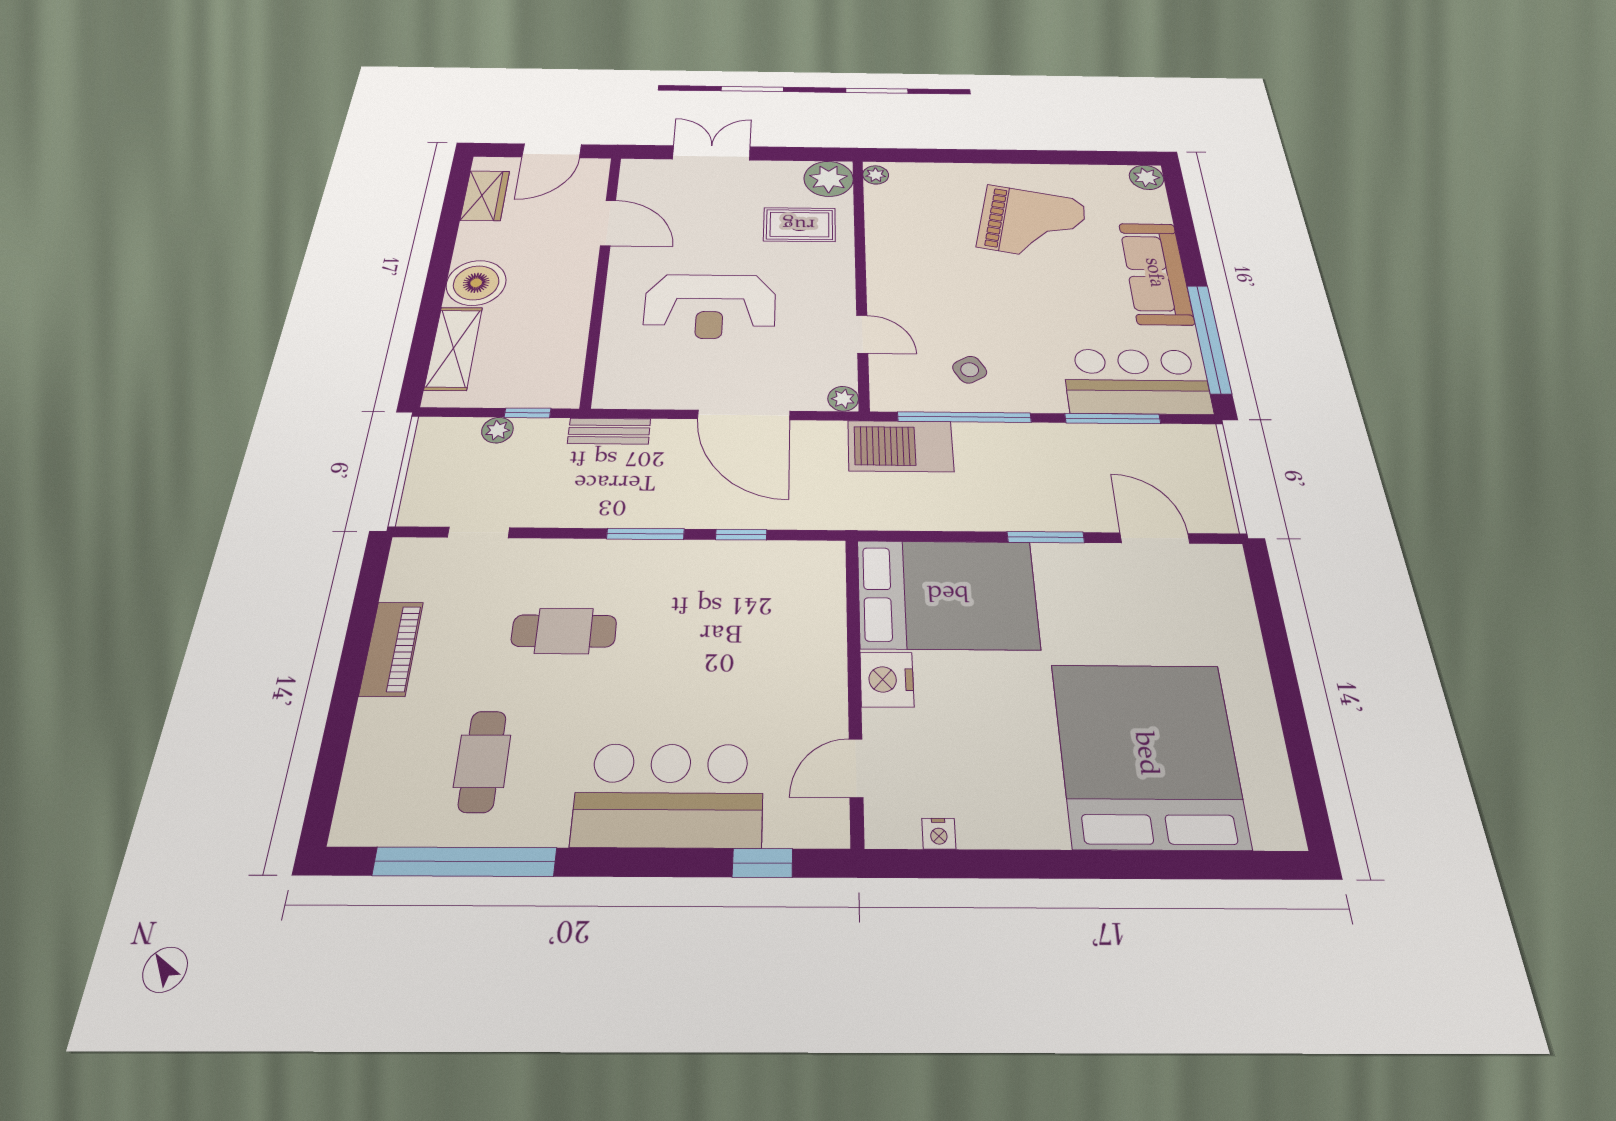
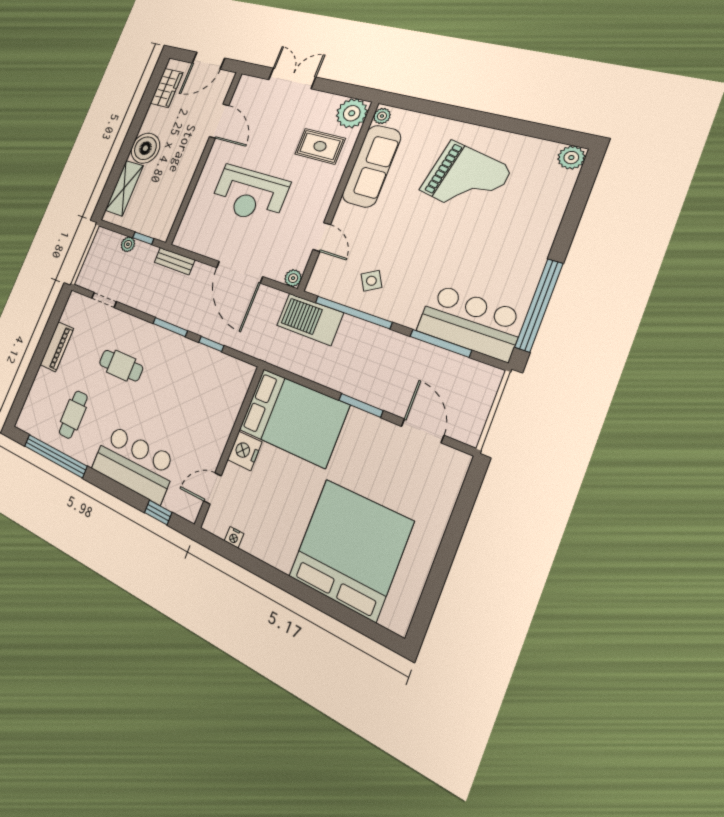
sofa: (1156, 273) -> (371, 166), moved, turned 180

